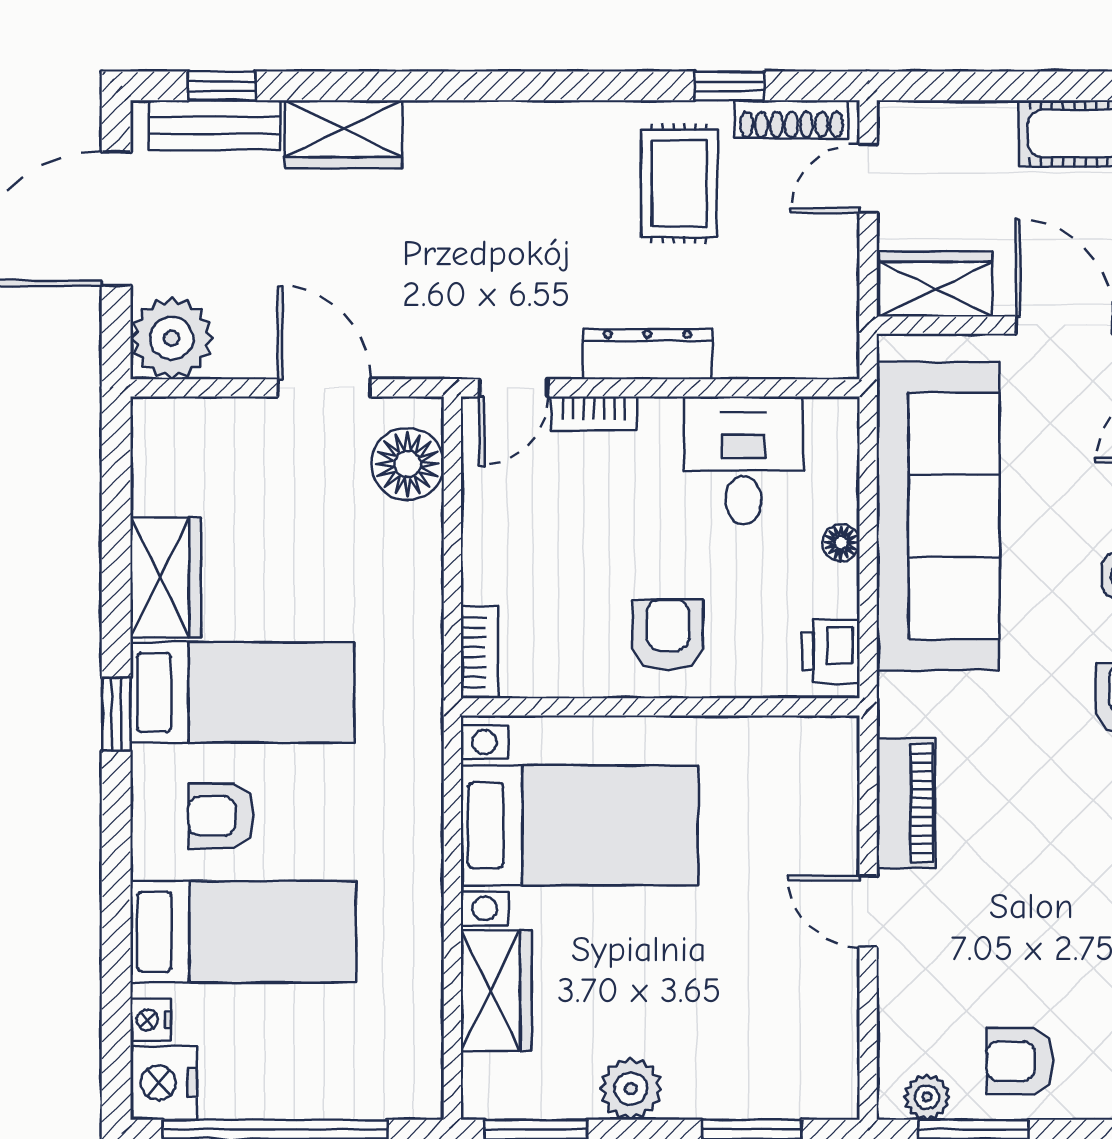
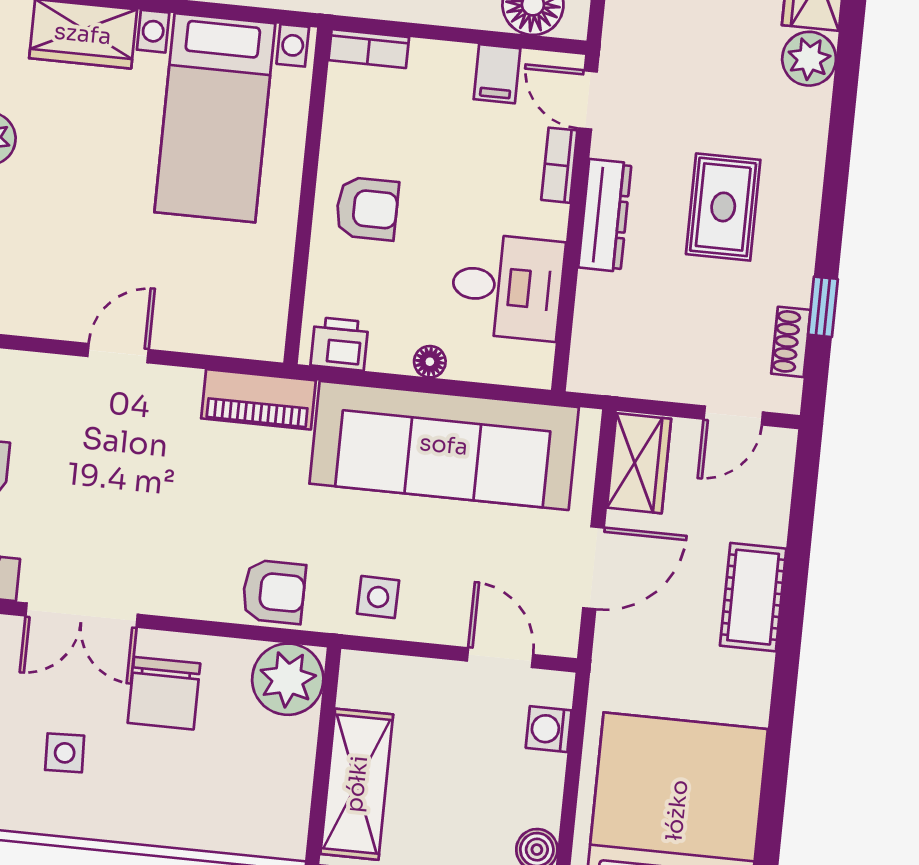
shoe rack: (791, 120) -> (791, 342), width x0.70
plant: (438, 132) -> (809, 59), added
door: (868, 179) -> (733, 416), swing flipped
rug: (679, 183) -> (723, 207), moved, turned 90
filing cabinet: (494, 498) -> (497, 74), added
piano: (906, 803) -> (258, 399), moved

